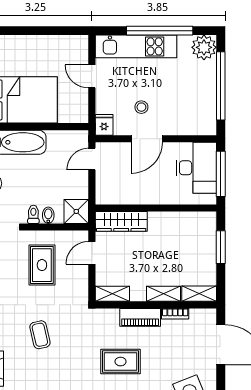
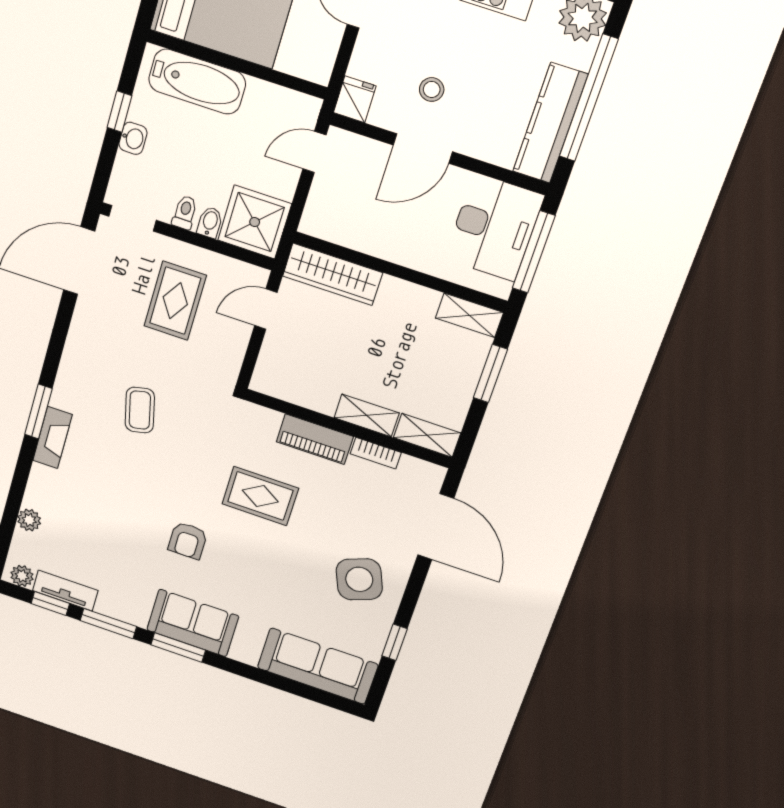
kitchen counter: (206, 105) -> (550, 123), added
shower: (76, 211) -> (255, 222), width x1.36, depth x1.36
shelving: (112, 294) -> (469, 315), moved

